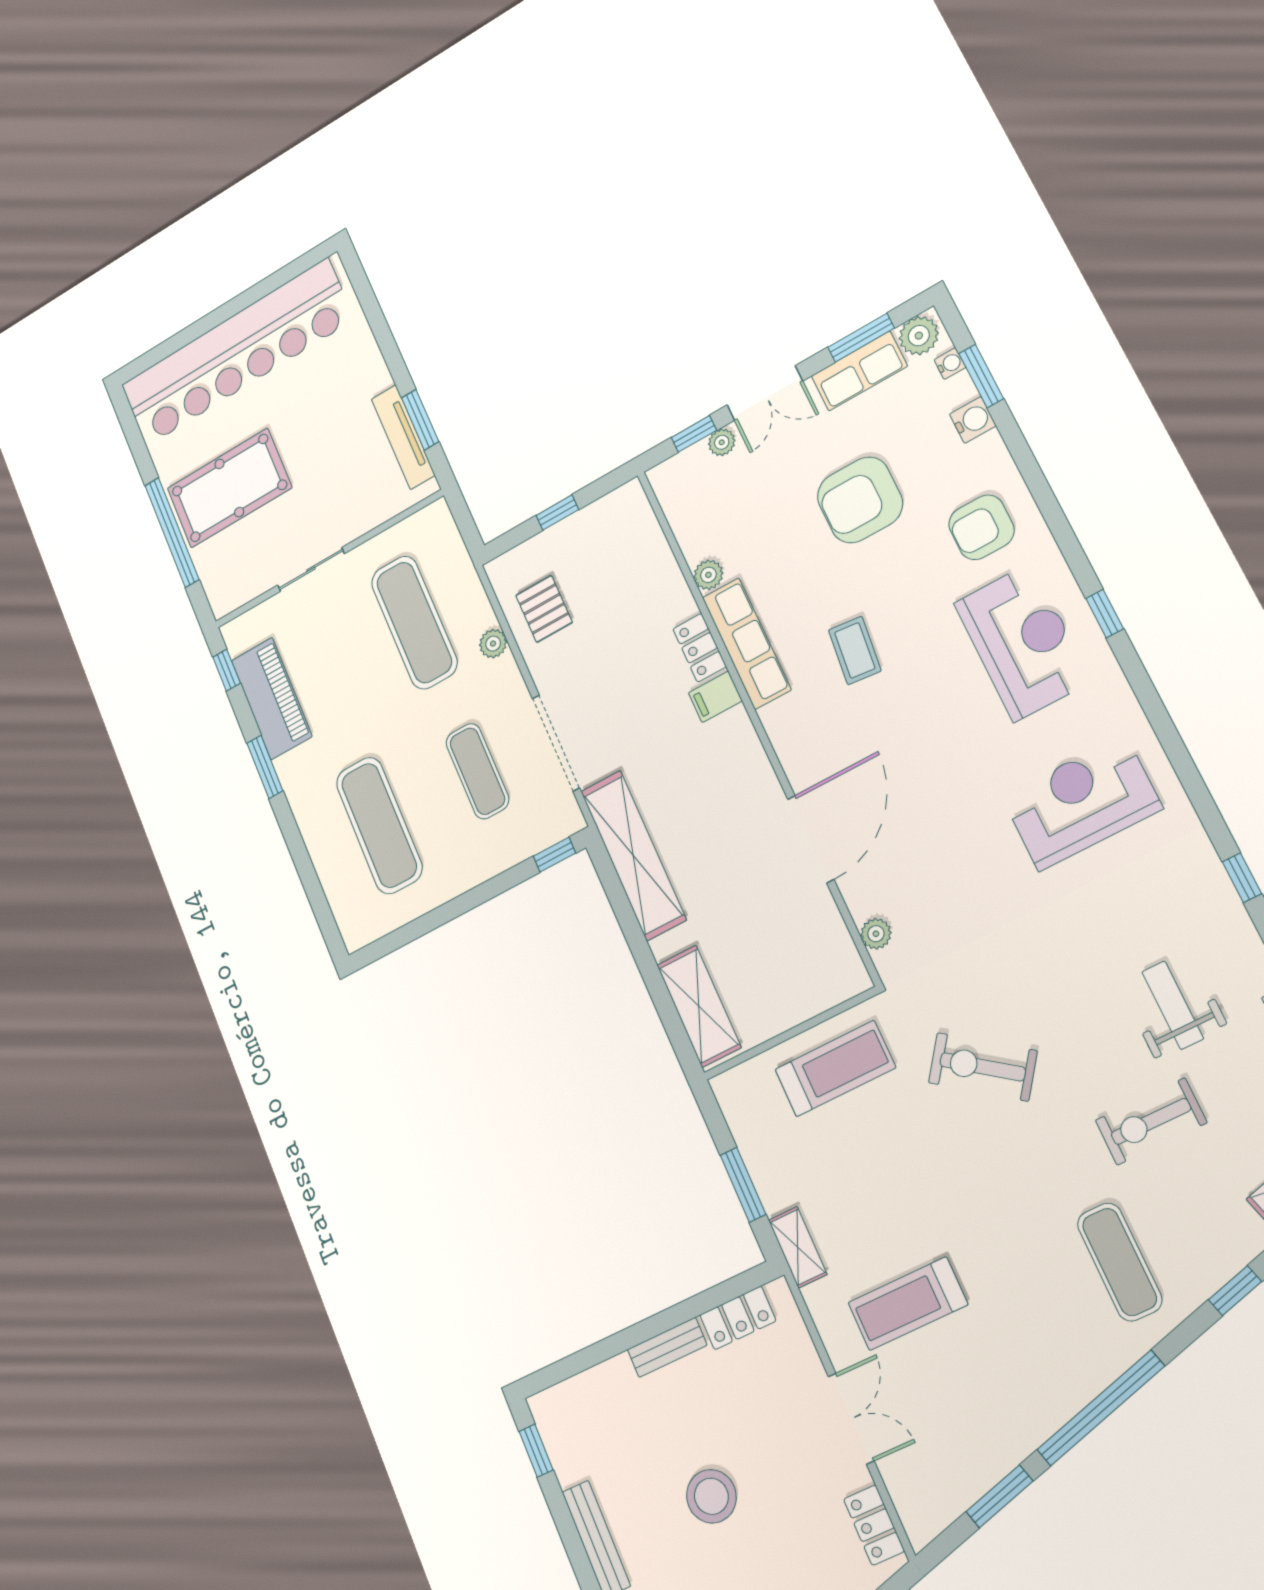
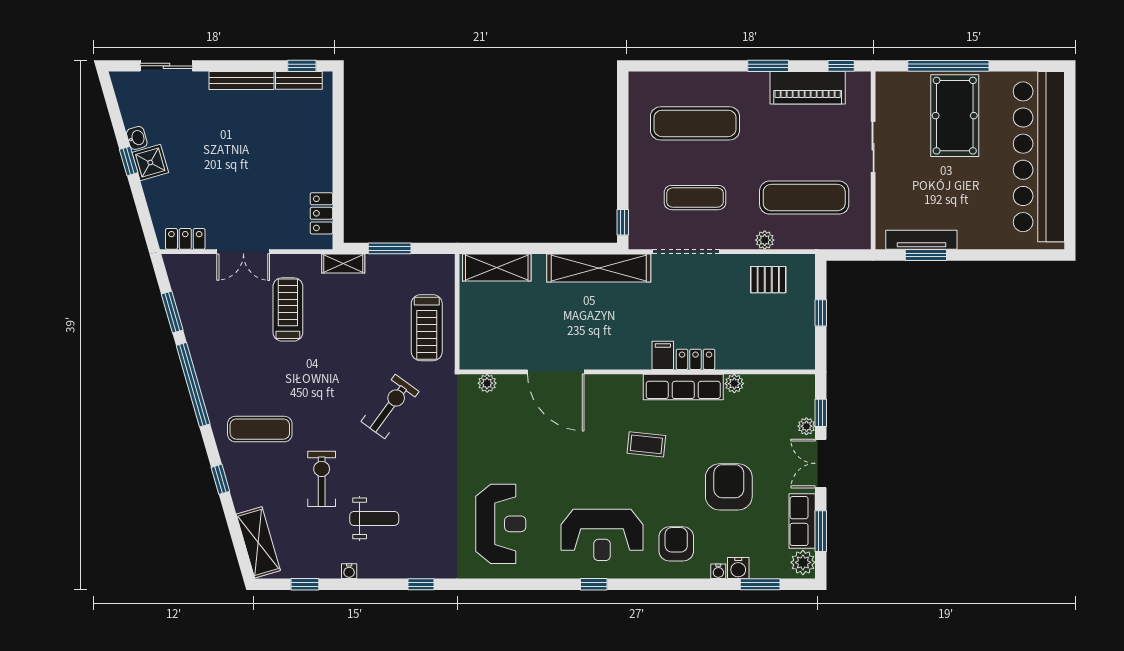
water cooler: (950, 364) -> (718, 571), moved
bench: (667, 1347) -> (299, 80), moved, turned 90
stool: (711, 1496) -> (236, 156), removed

